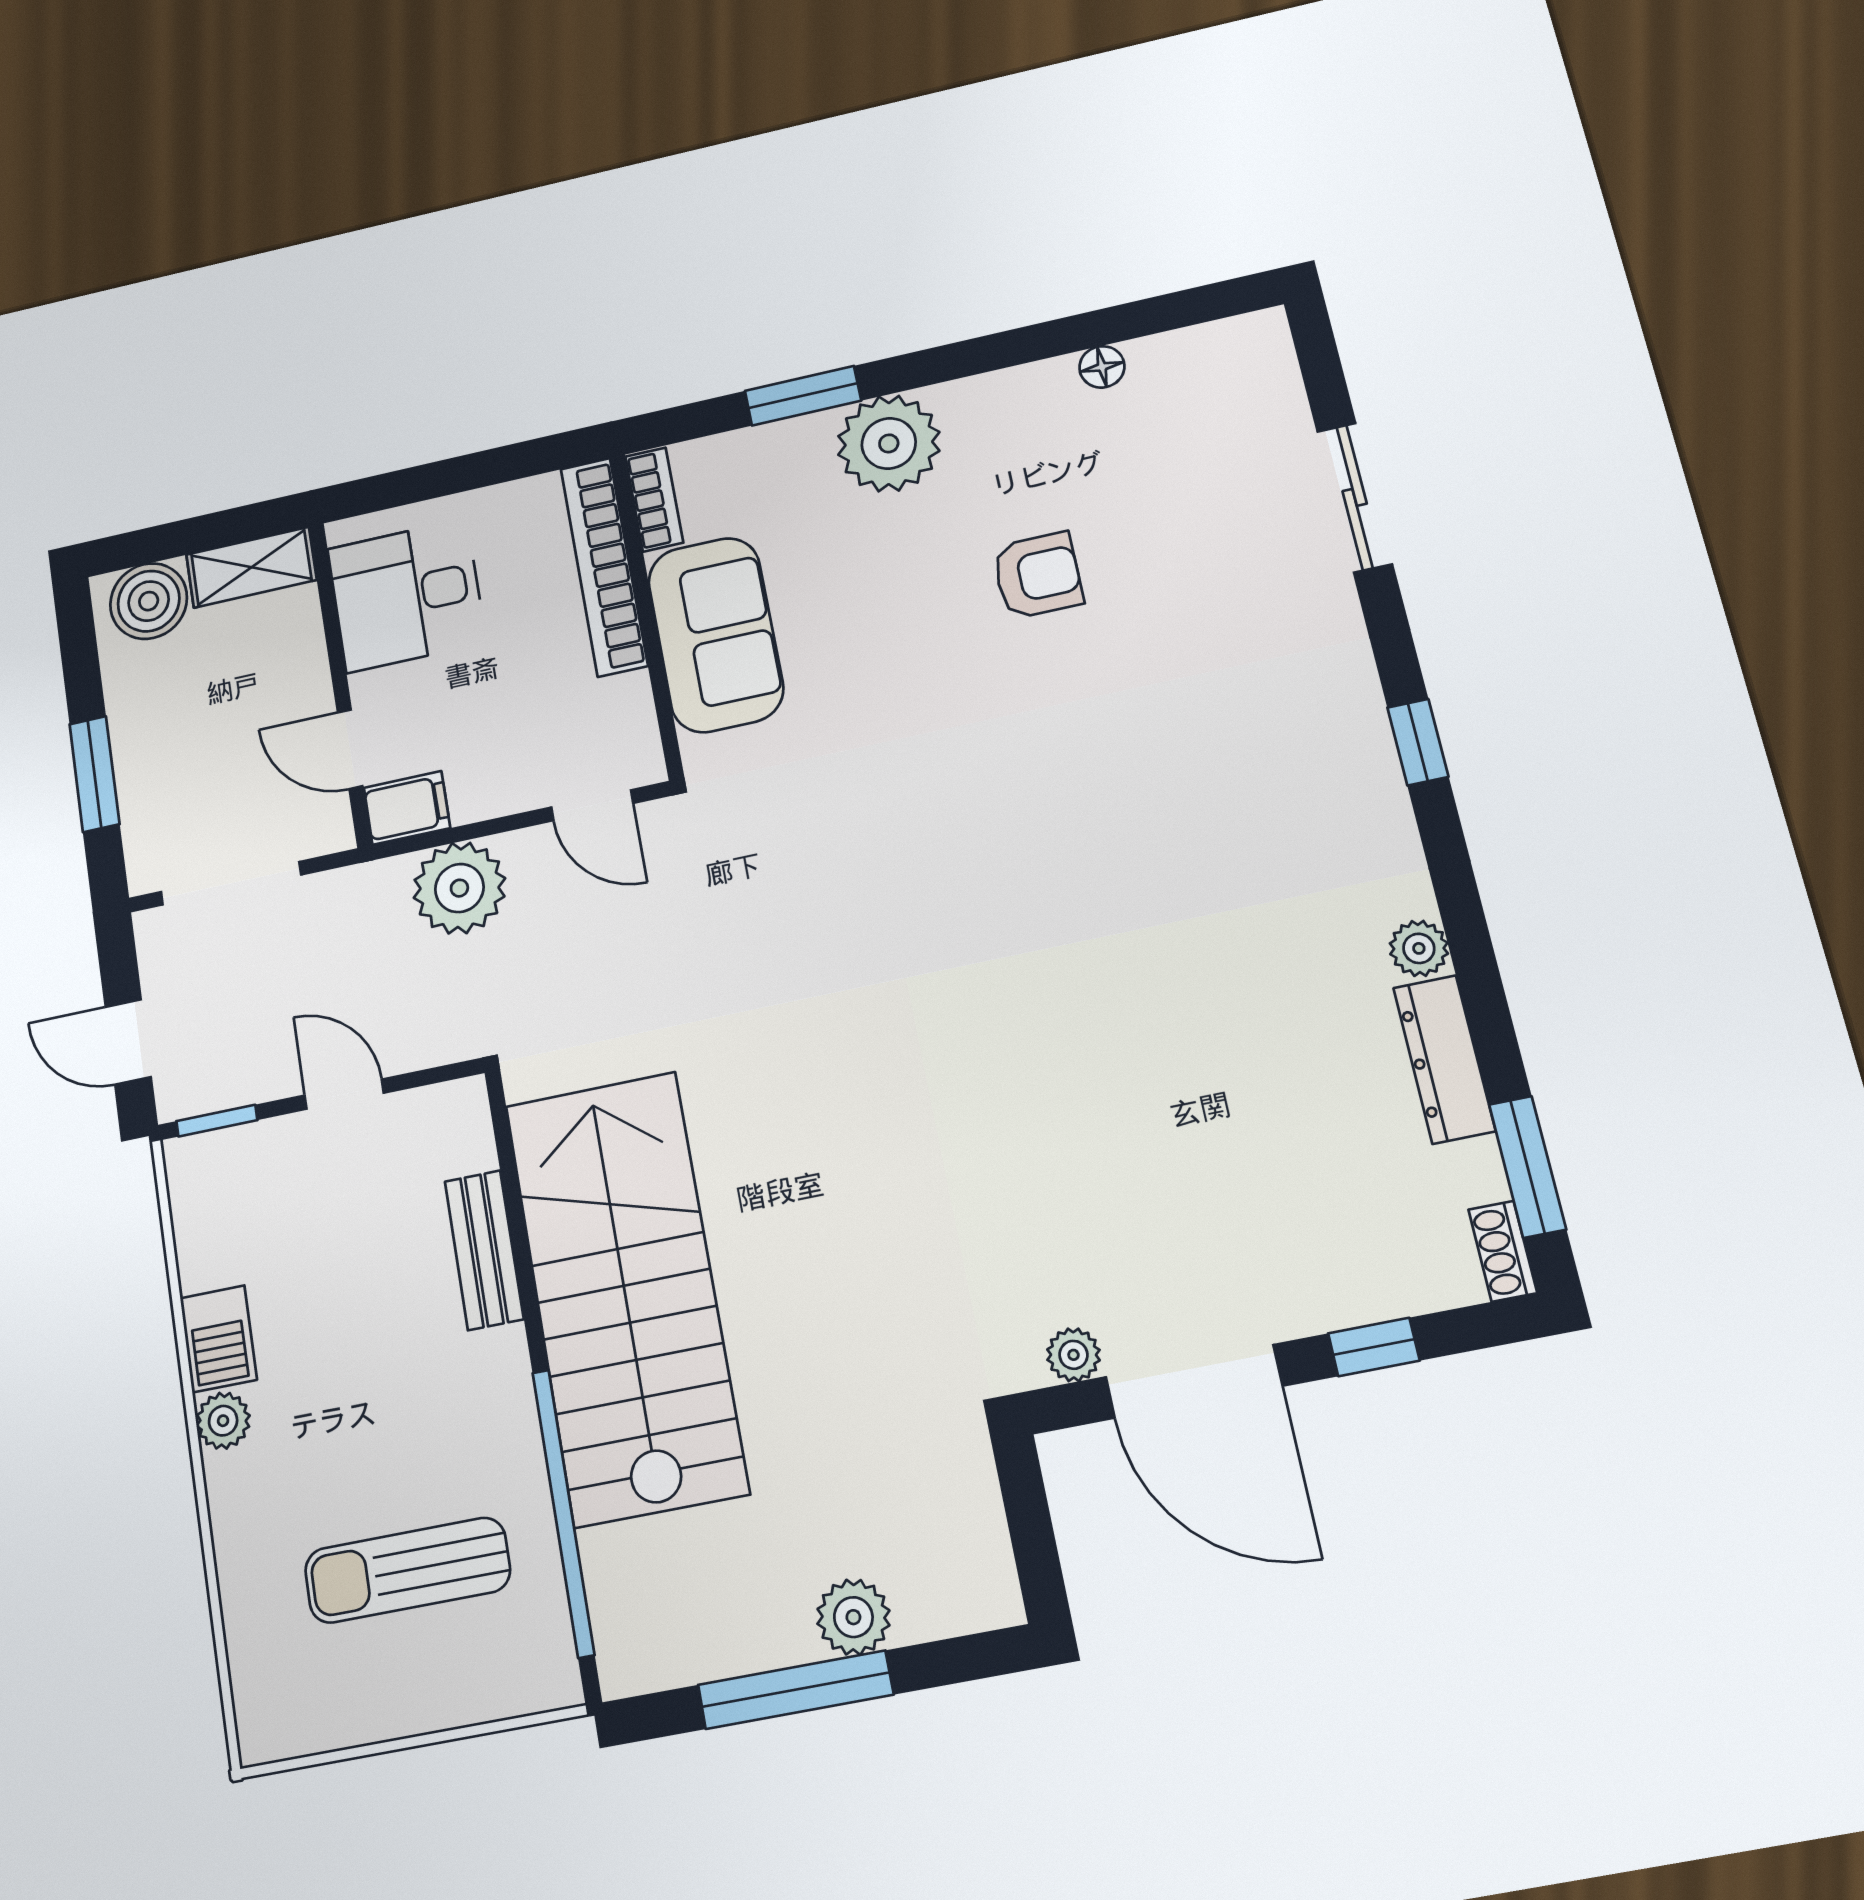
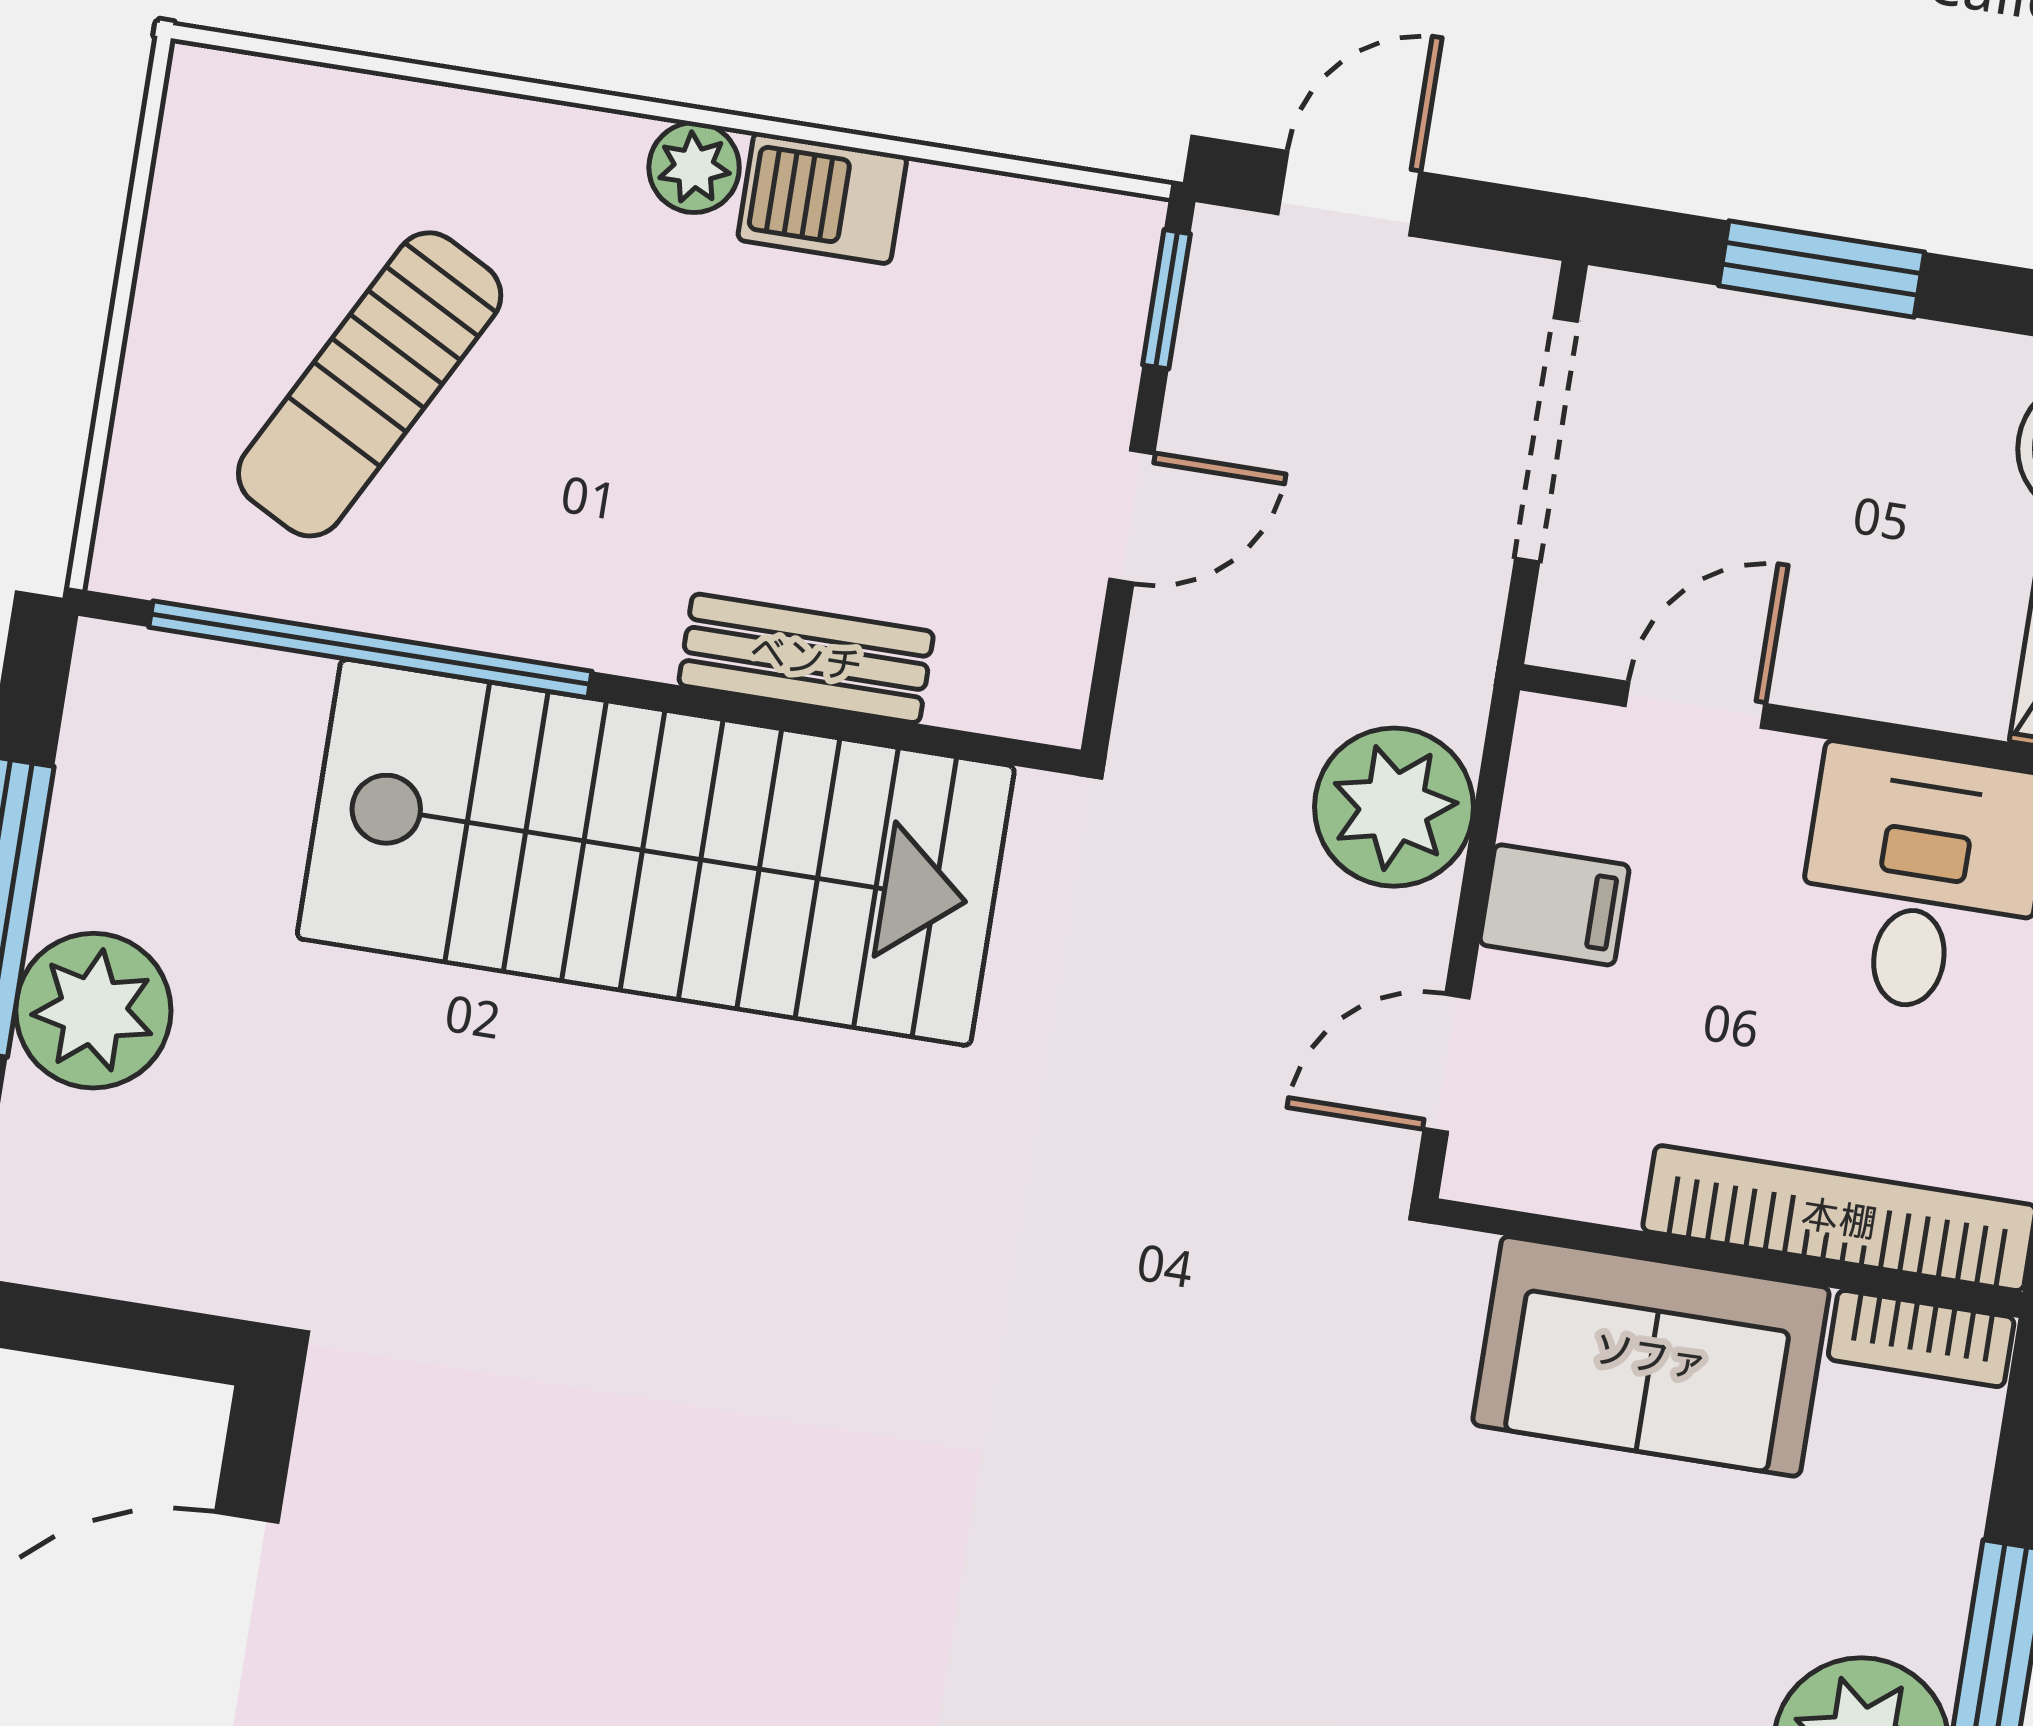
filing cabinet: (407, 808) -> (1555, 905), moved, turned -90
plant: (1073, 1355) -> (327, 1487), removed
sun lounger: (407, 1570) -> (370, 384), turned -152
plant: (853, 1617) -> (93, 1011), width x1.36, depth x1.36

